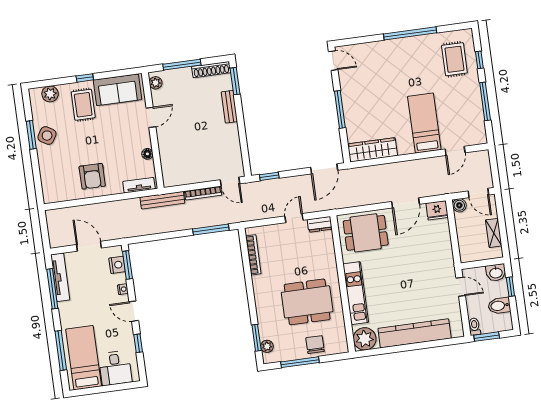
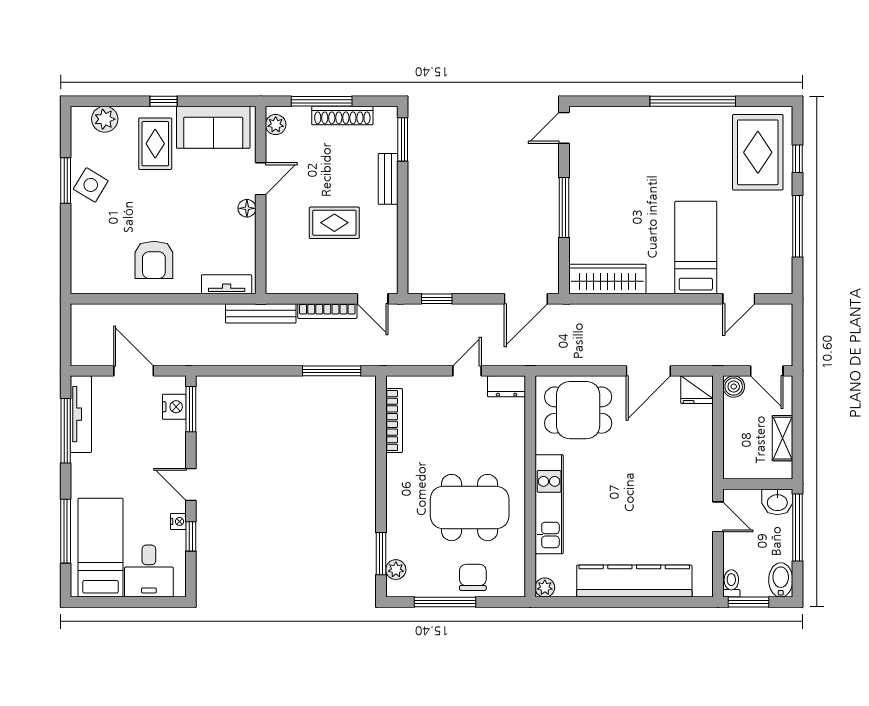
rug: (454, 59) -> (758, 152), width x1.36, depth x1.43
door: (333, 61) -> (564, 128), swing flipped
shoe rack: (211, 70) -> (342, 116), moved
rug: (200, 138) -> (334, 223), added
floor lamp: (147, 154) -> (247, 208), moved
window: (510, 287) -> (797, 527), width x2.17
nightstand: (123, 289) -> (178, 521), moved
bidet: (499, 306) -> (781, 580), moved, turned 90
plant: (365, 339) -> (545, 587), width x0.53, depth x0.53

